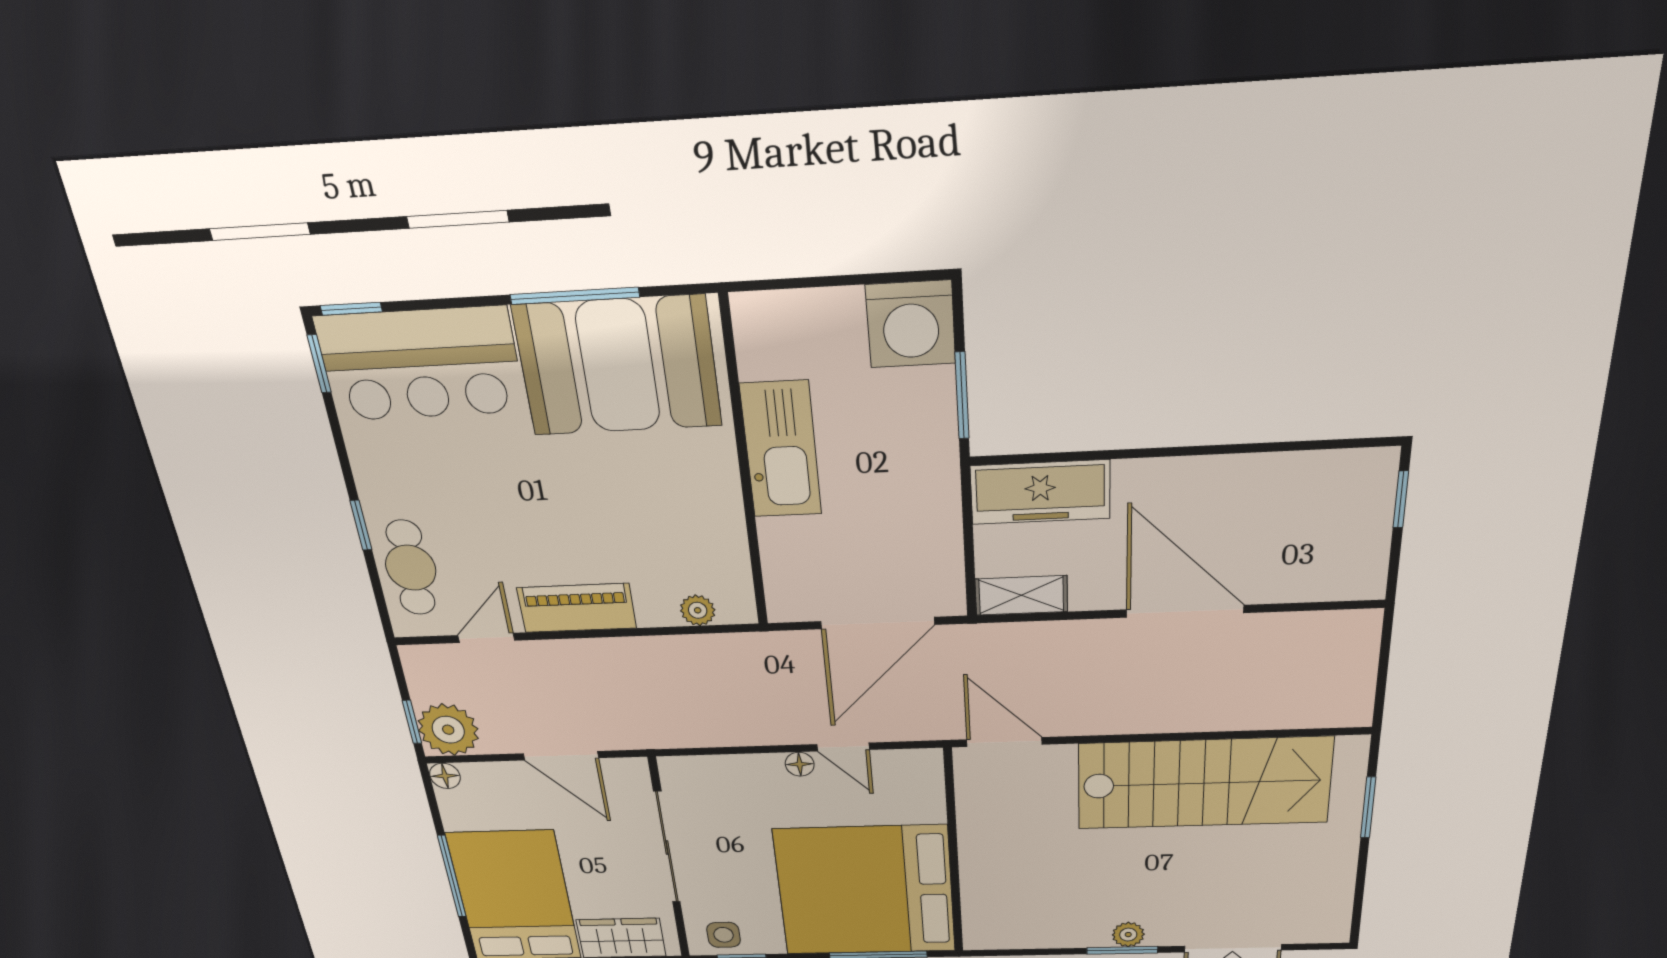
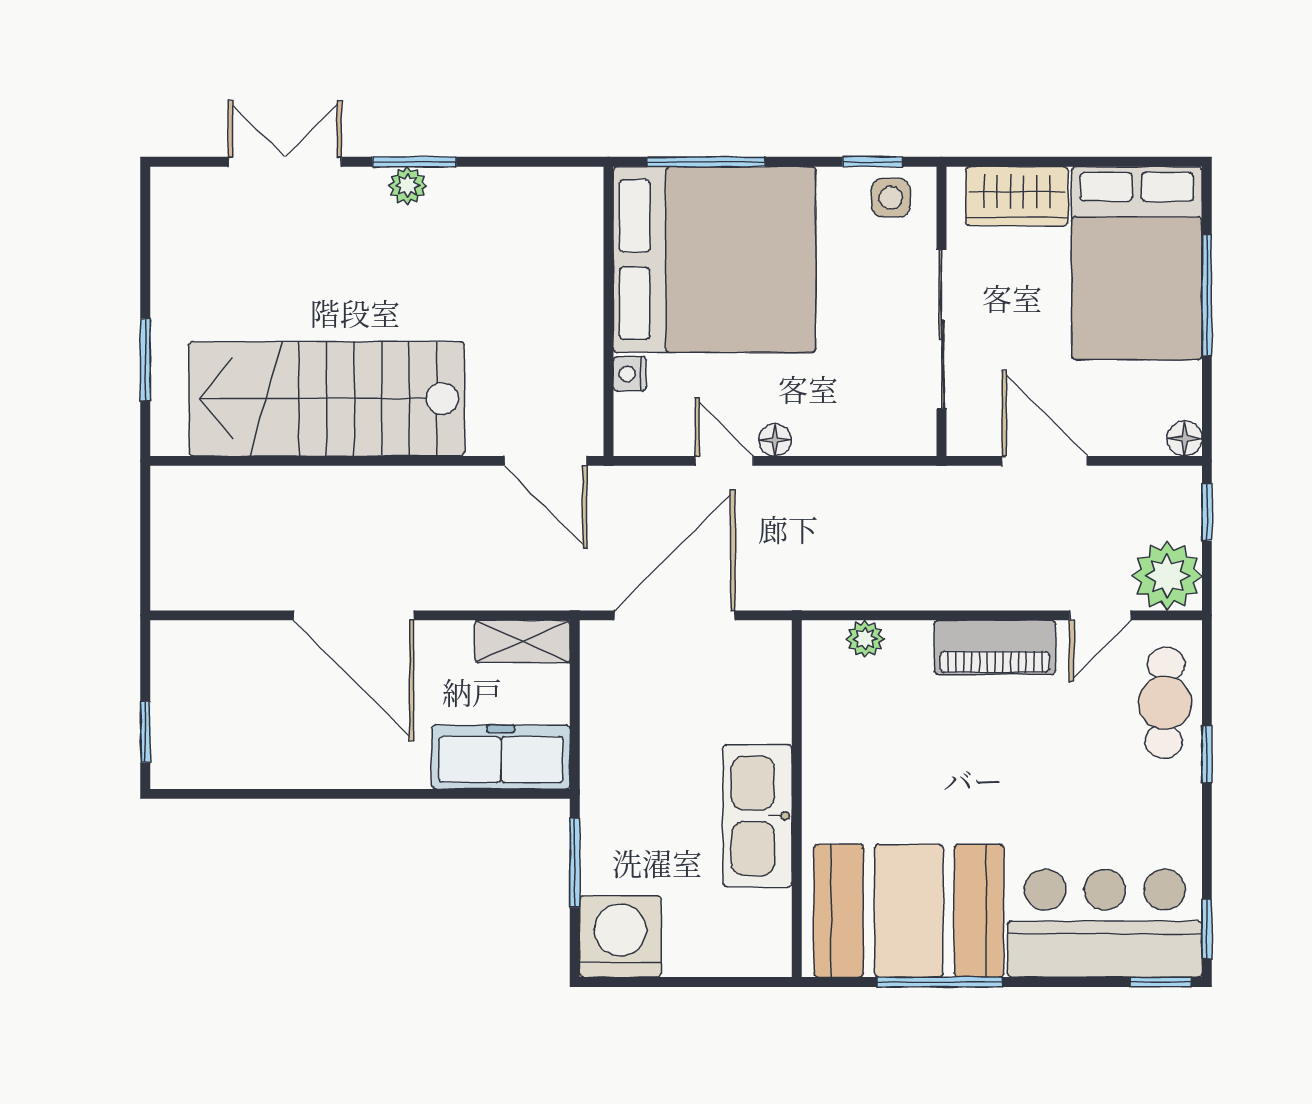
plant: (448, 730) -> (1167, 576), moved
nightstand: (932, 809) -> (630, 374), added

